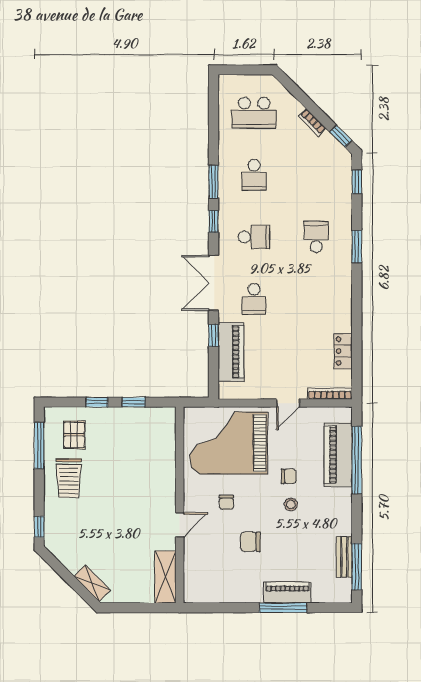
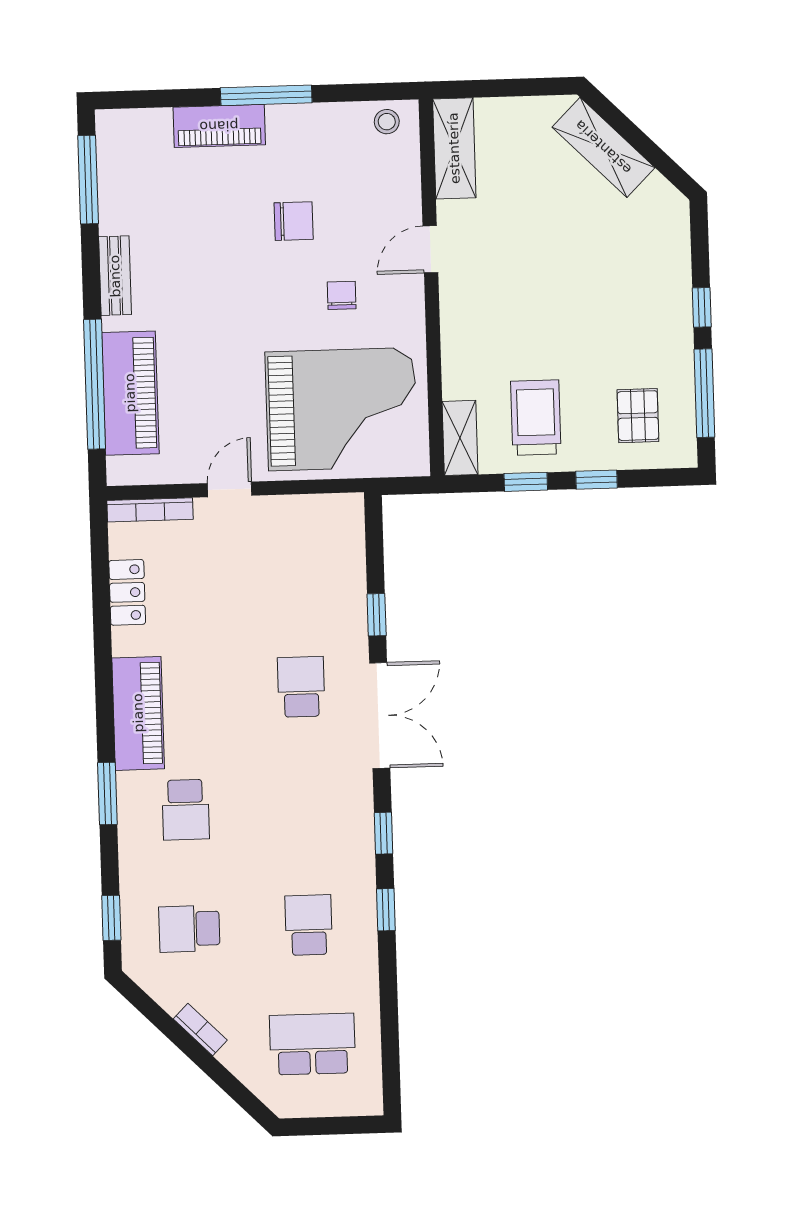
window: (341, 136) -> (145, 1004), removed
window: (214, 182) -> (386, 910), width x0.67
school desk: (254, 237) -> (189, 929), moved
piano: (231, 352) -> (138, 713), moved, turned 180
shelving: (167, 426) -> (460, 438), added
chair: (289, 476) -> (224, 349), removed
trolley: (69, 478) -> (536, 418), moved
stool: (291, 504) -> (387, 122), moved
window: (39, 527) -> (702, 307), moved
bench: (344, 557) -> (115, 276), moved
shelving: (92, 583) -> (603, 147), width x1.50, depth x1.33
window: (283, 608) -> (266, 95), moved

